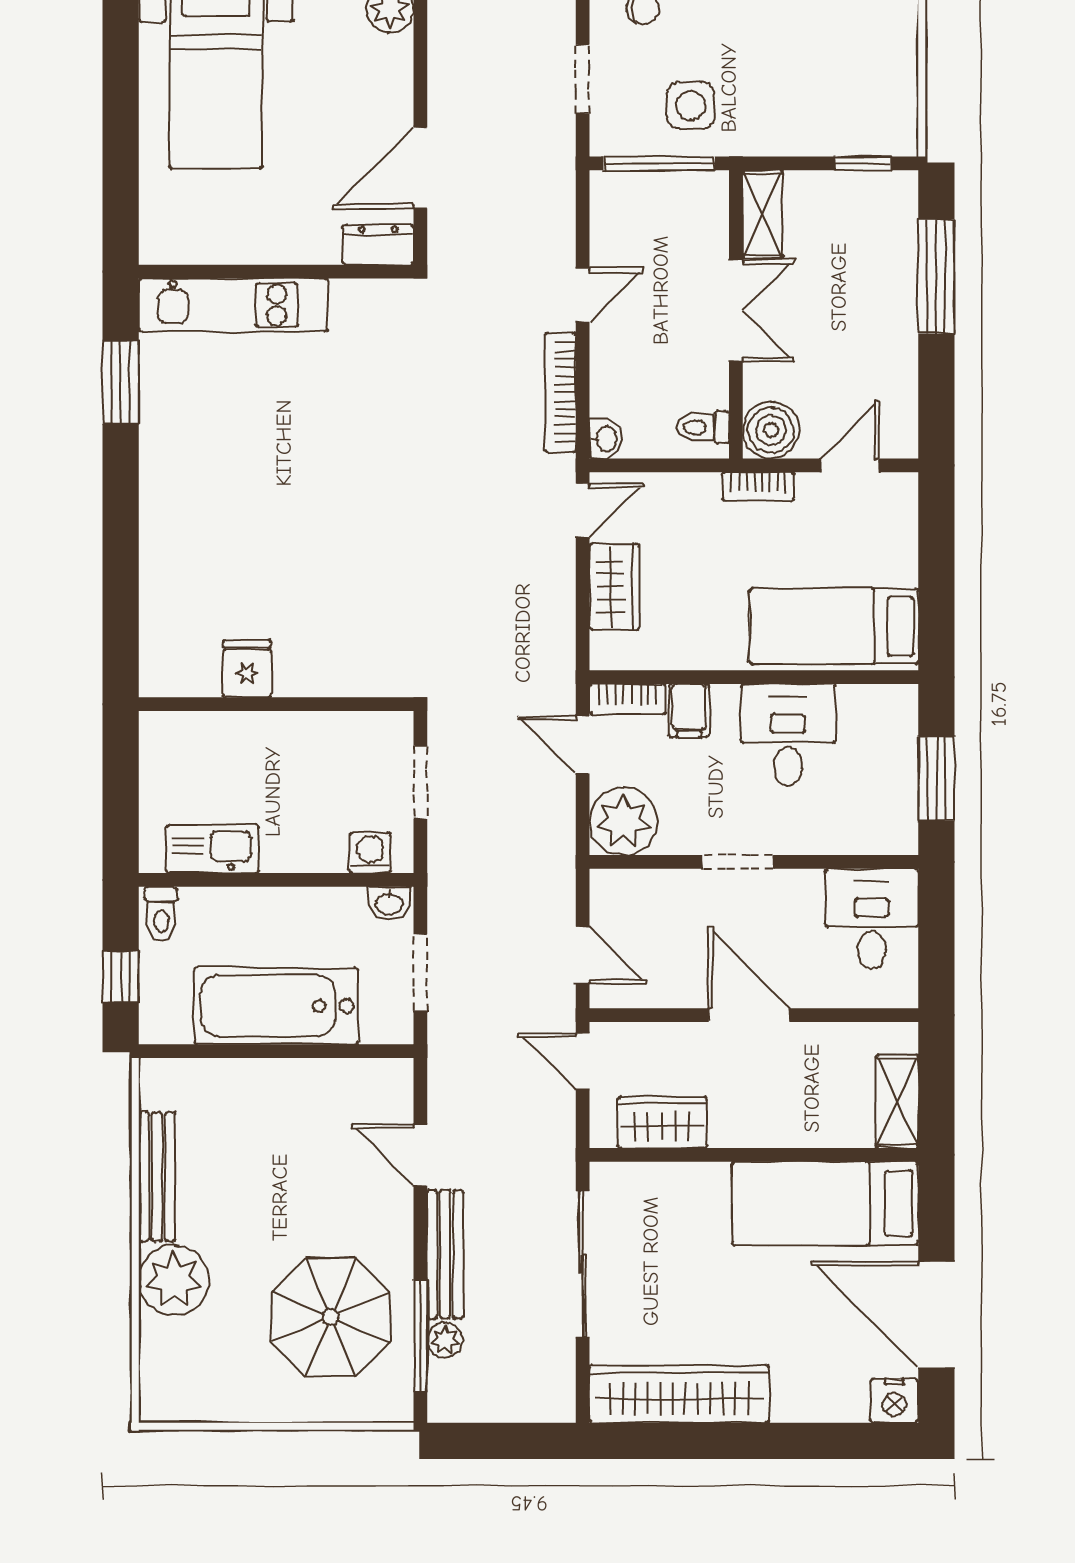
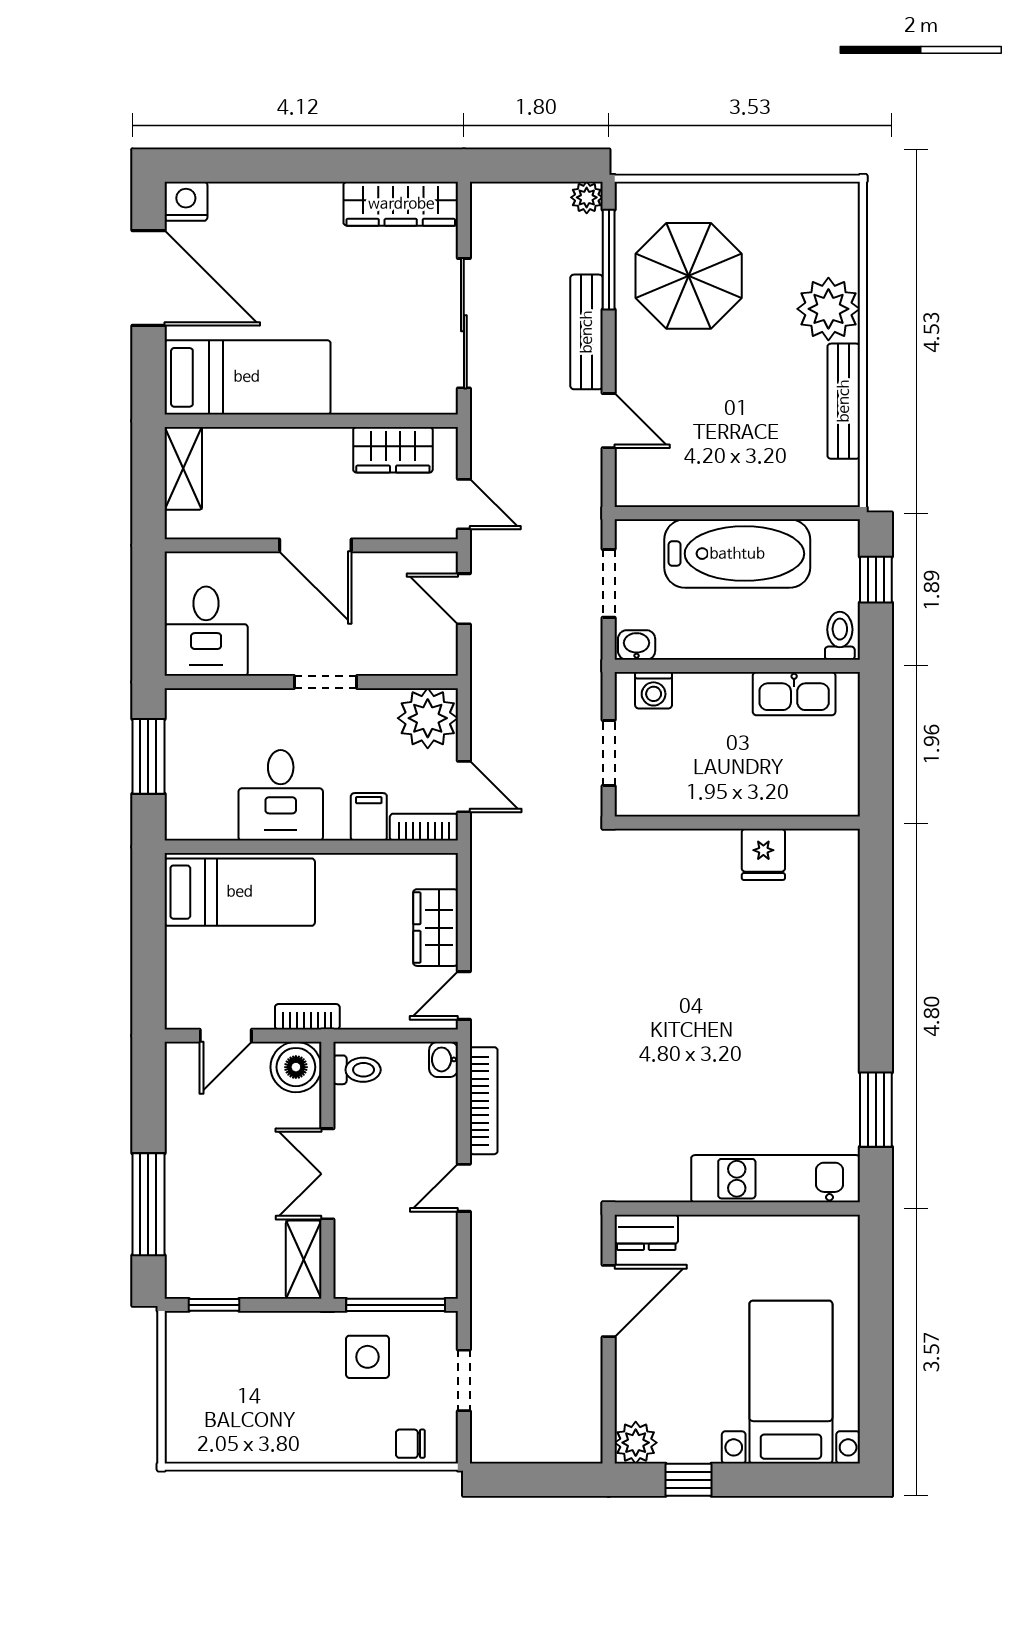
plant: (445, 1340) -> (587, 197), moved
wardrobe: (679, 1394) -> (401, 204), width x0.71, depth x0.85

